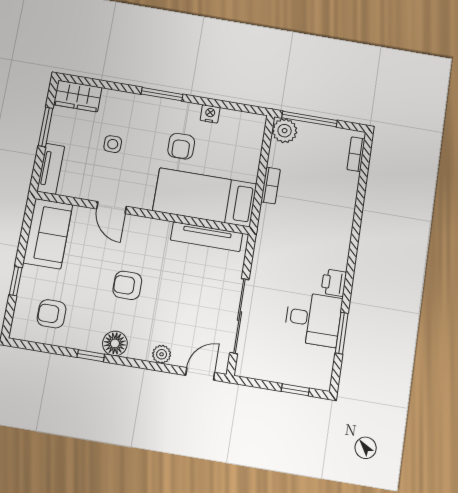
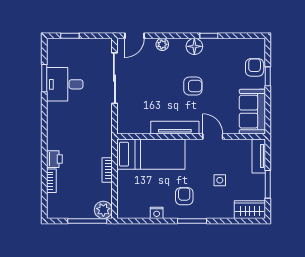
armchair: (181, 146) -> (184, 196), moved
bookcase: (356, 154) -> (51, 181), moved
tv unit: (207, 237) -> (175, 128), moved
printer: (334, 283) -> (54, 159), moved
armchair: (52, 314) -> (255, 67), moved, turned -90

